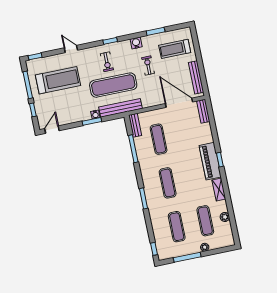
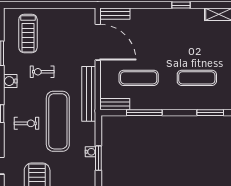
bench: (196, 77) -> (70, 14), removed
door: (179, 103) -> (98, 42), swing flipped
bench: (120, 108) -> (89, 94), moved
piano: (210, 161) -> (180, 18), removed

